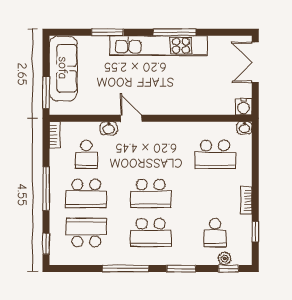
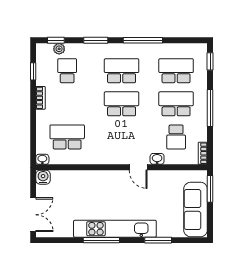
school desk: (86, 154) -> (176, 137), turned 180
school desk: (86, 233) -> (176, 71), turned 180

